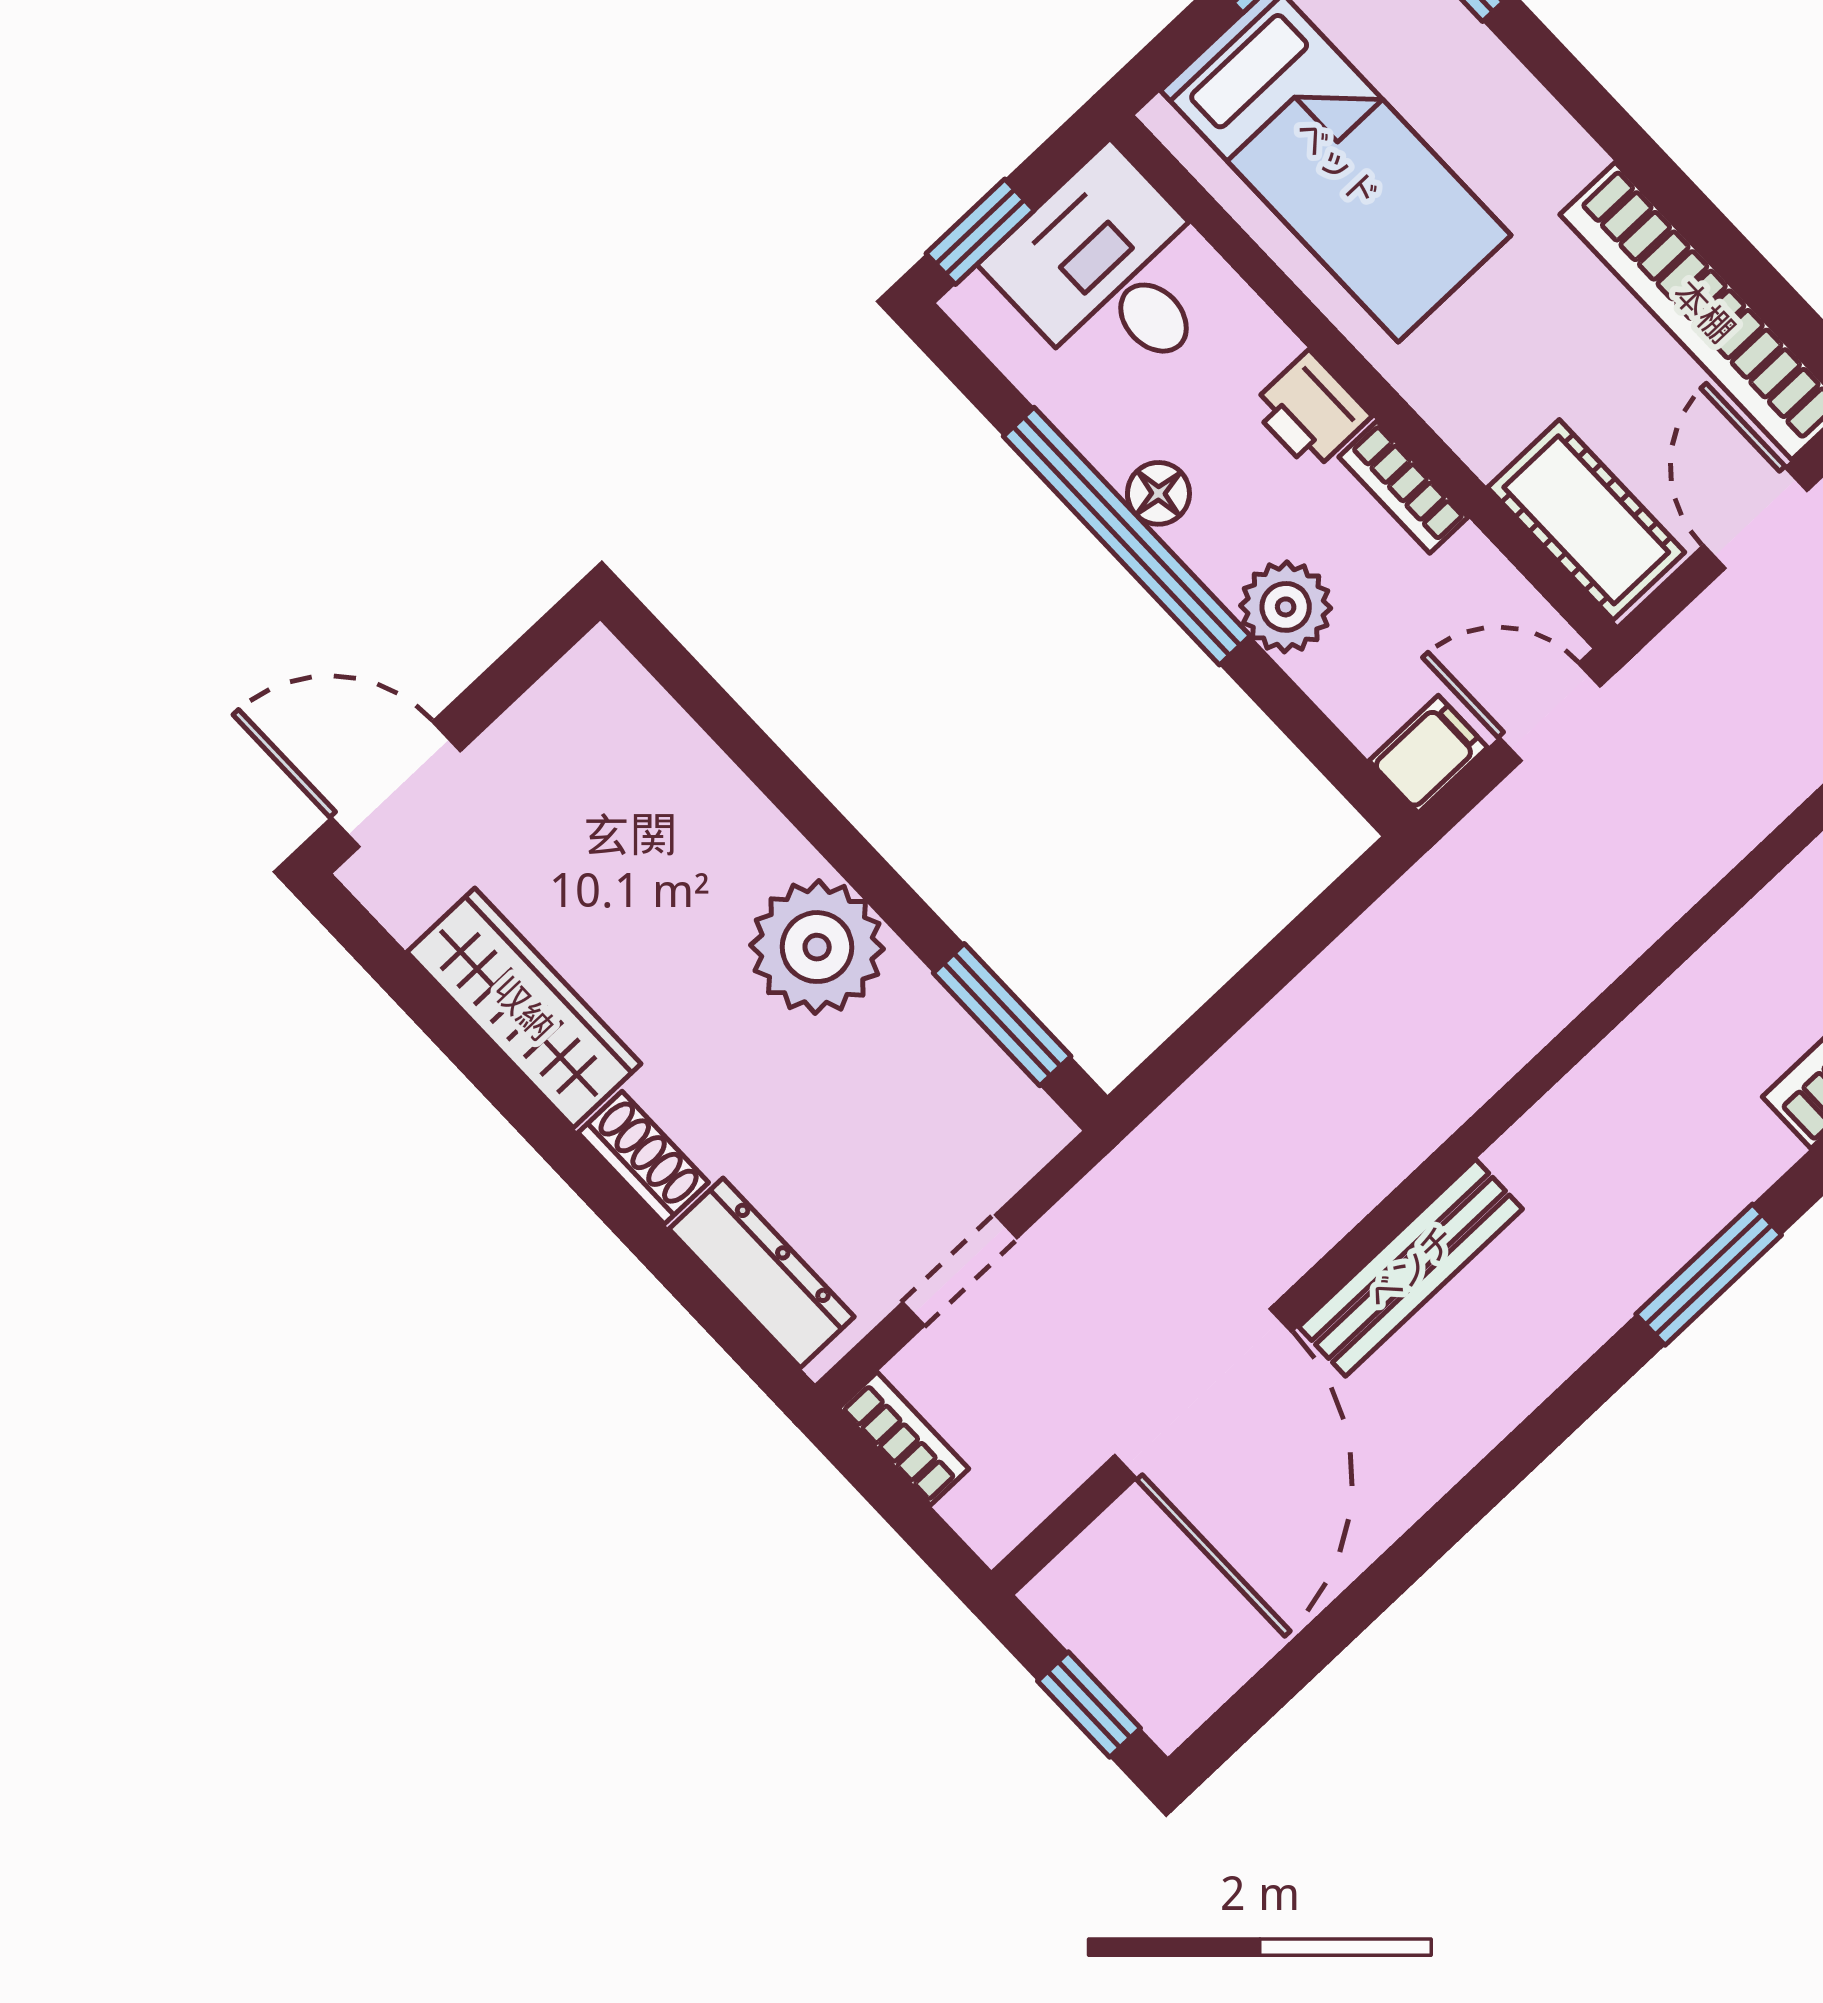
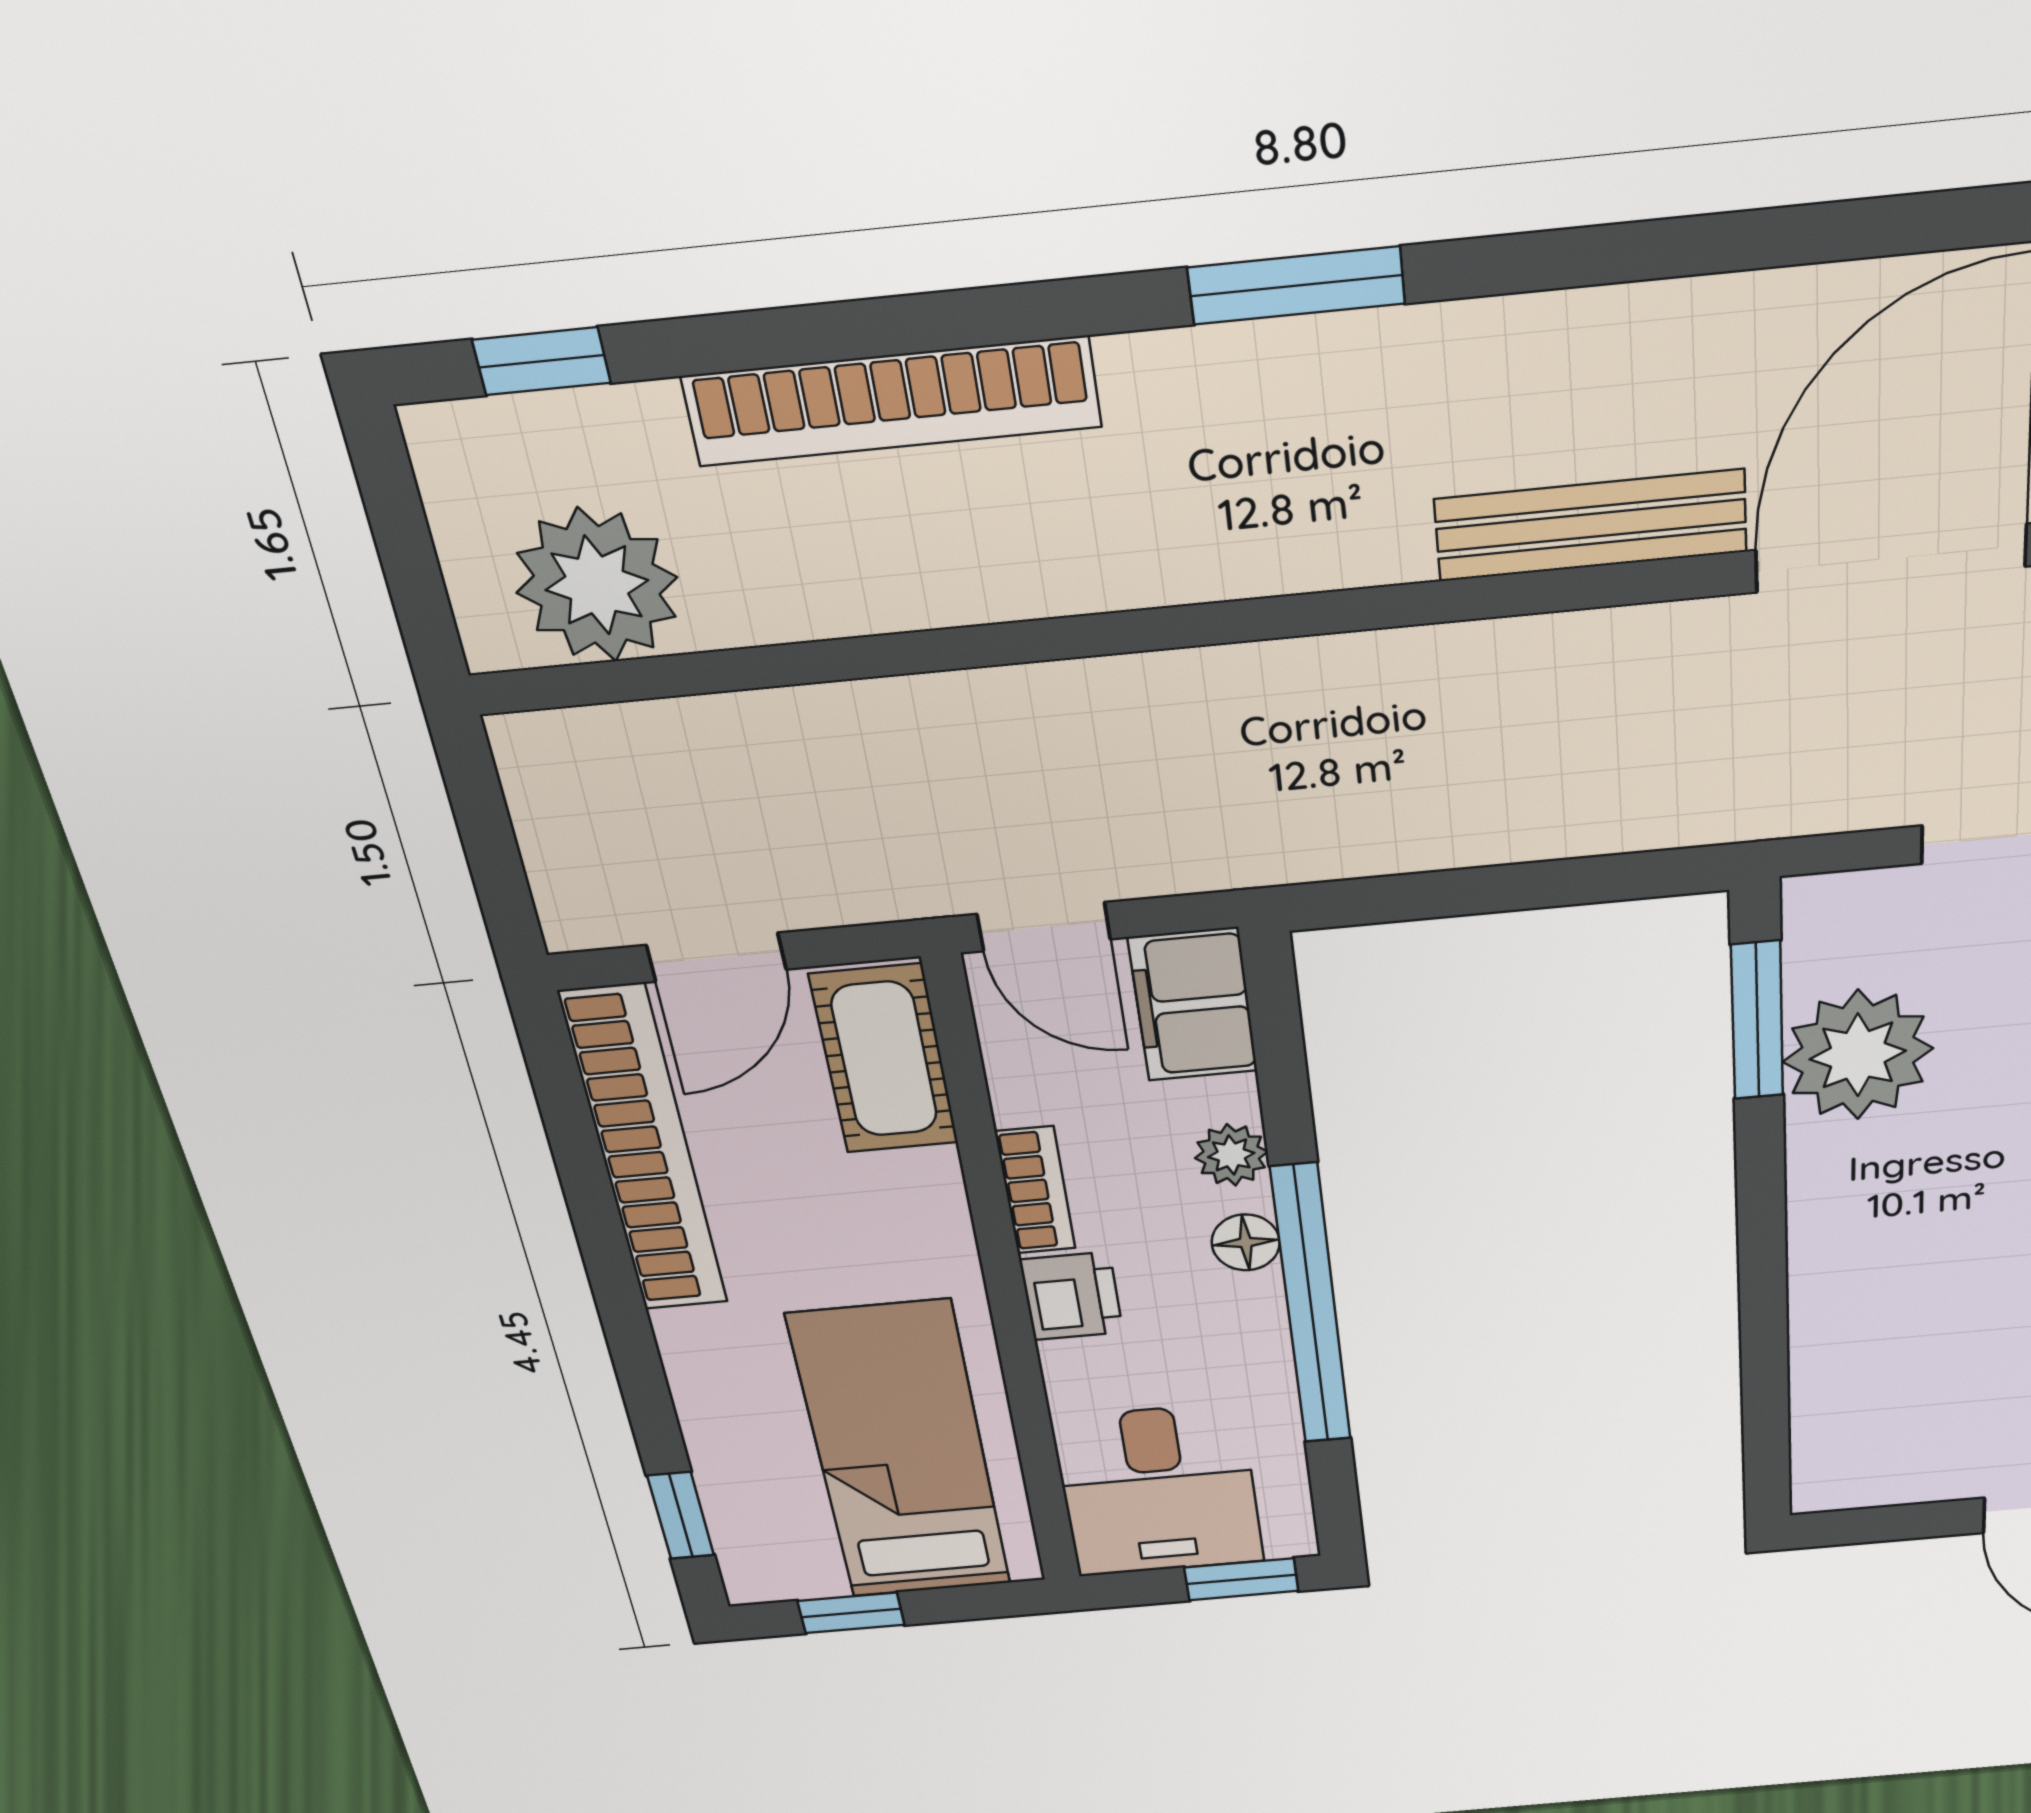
floor lamp: (1158, 493) -> (1246, 1242), moved
plant: (1286, 607) -> (1231, 1155), width x0.73, depth x0.73
filing cabinet: (1428, 754) -> (1193, 1005), width x2.00
plant: (817, 947) -> (1858, 1055), moved

